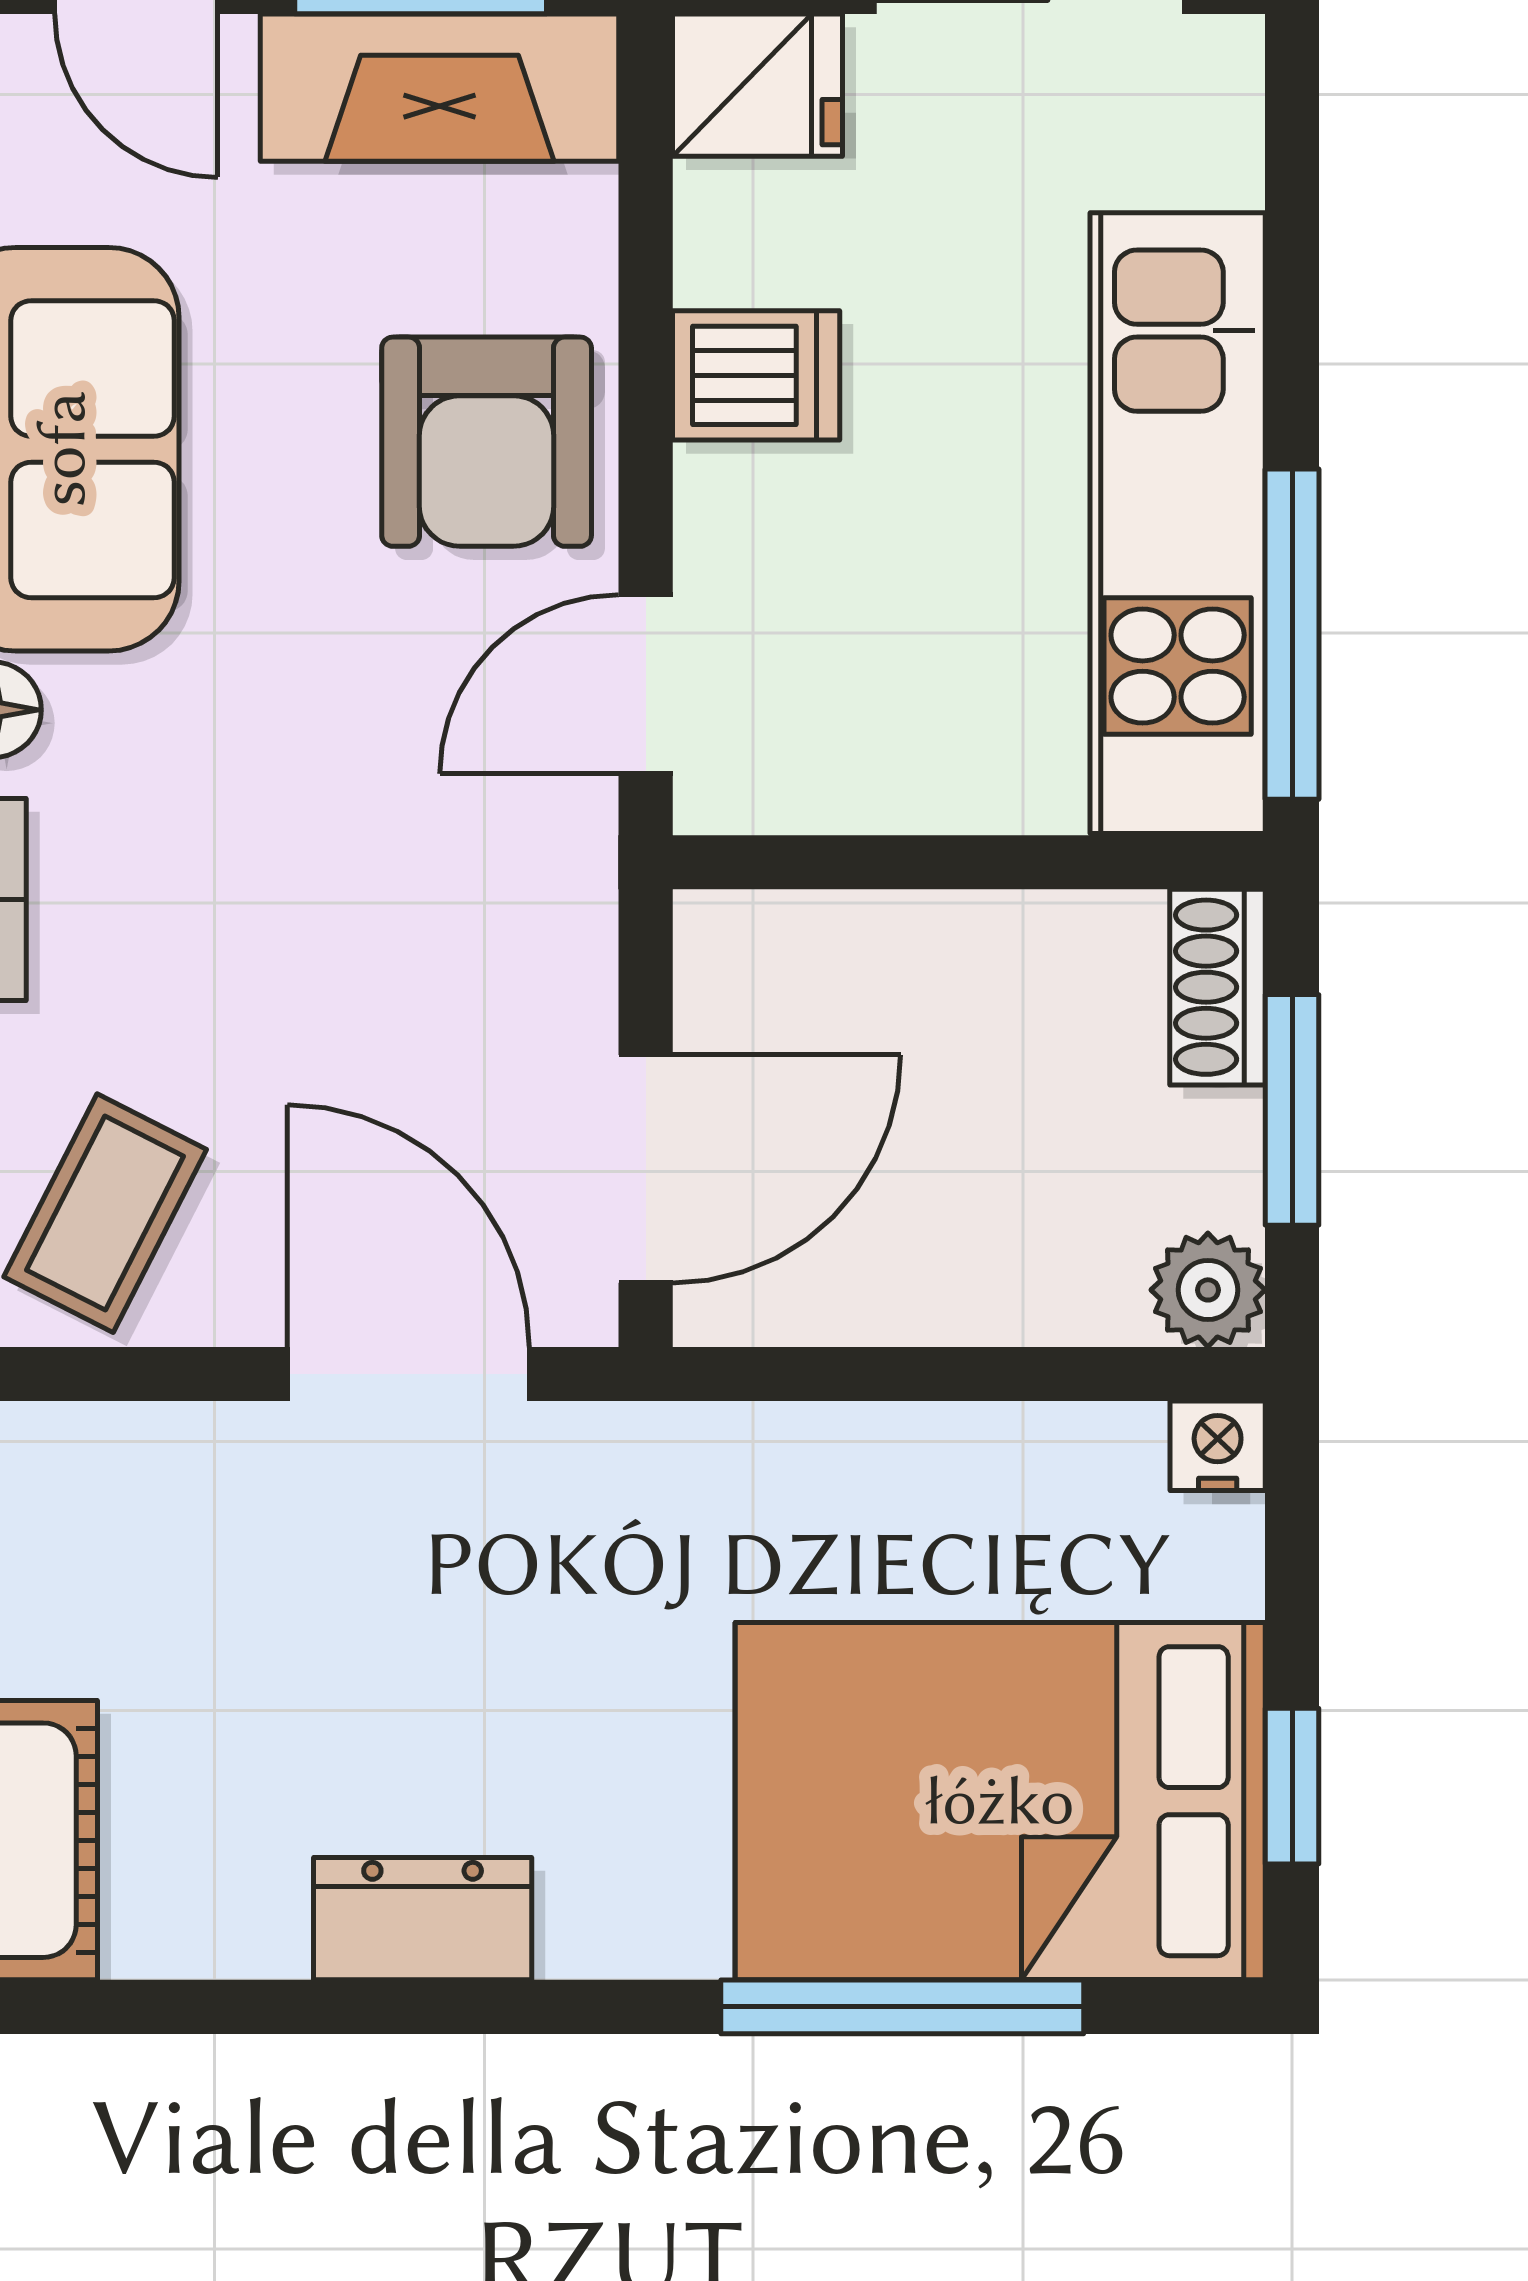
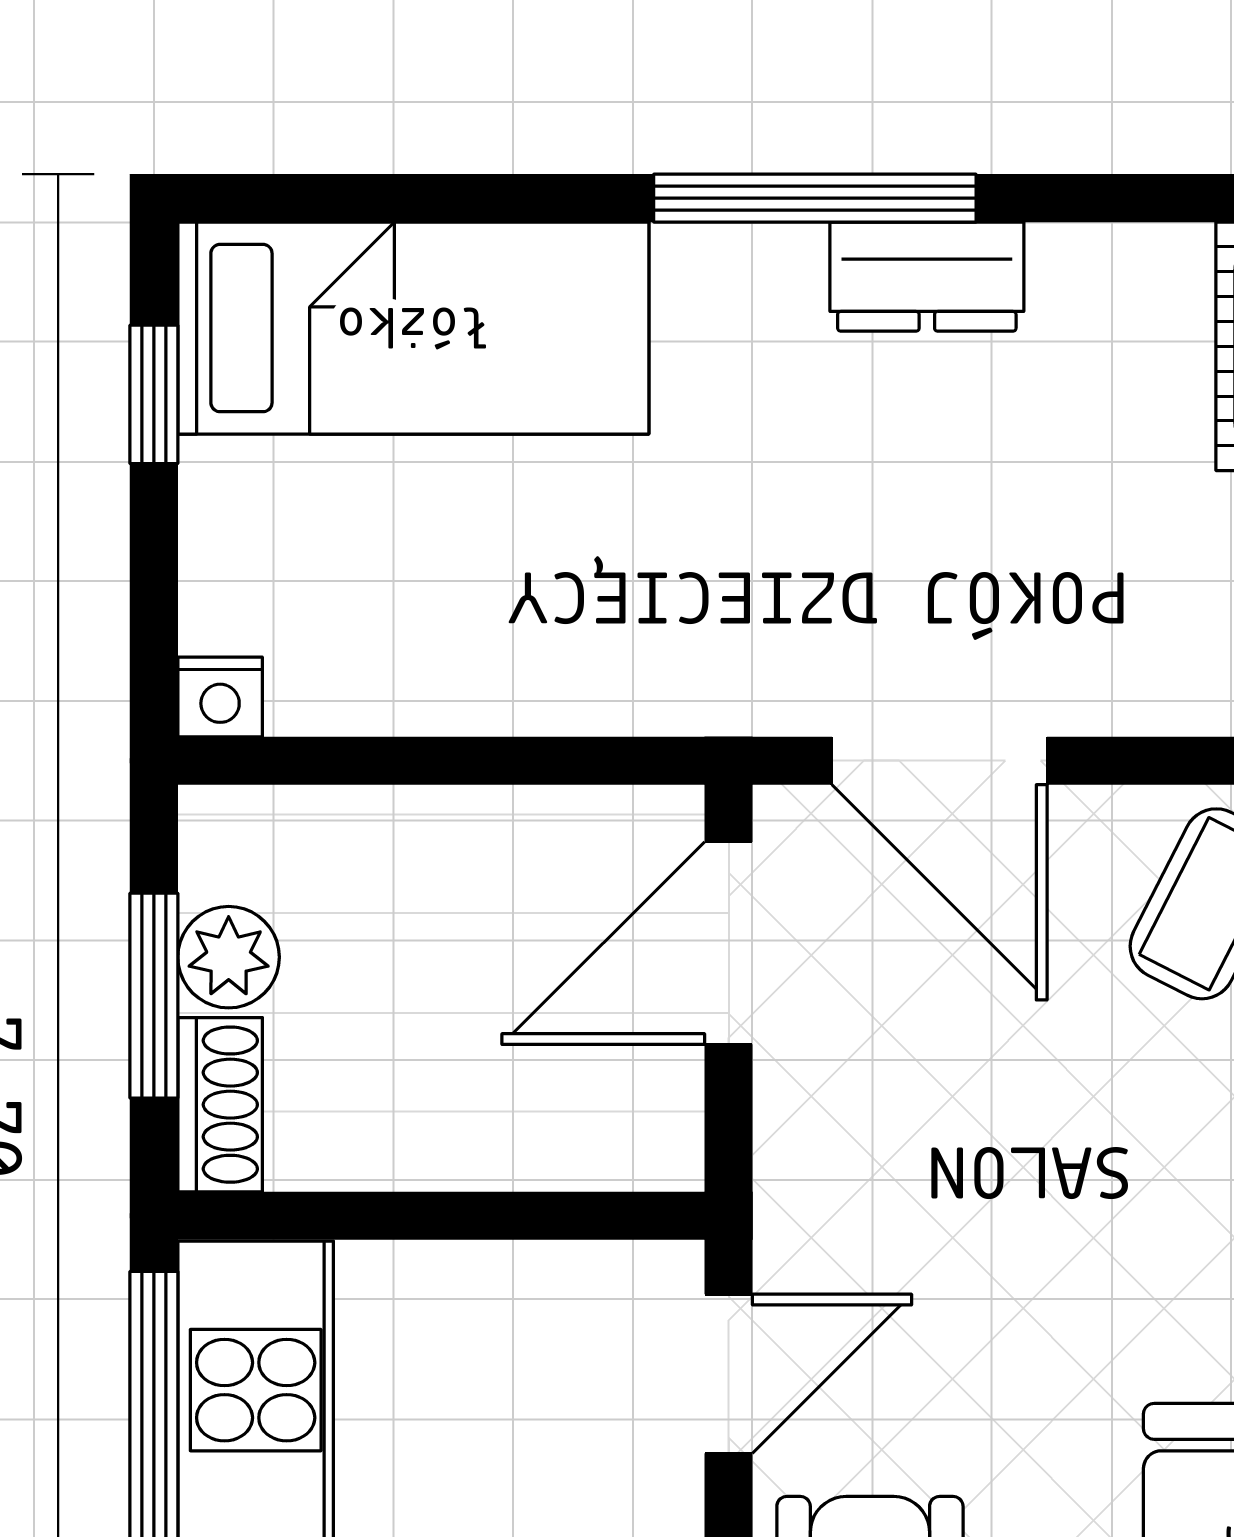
plant: (1208, 1290) -> (229, 957), moved
bed: (1000, 1801) -> (413, 328), width x0.67
window: (902, 2007) -> (815, 198), moved

